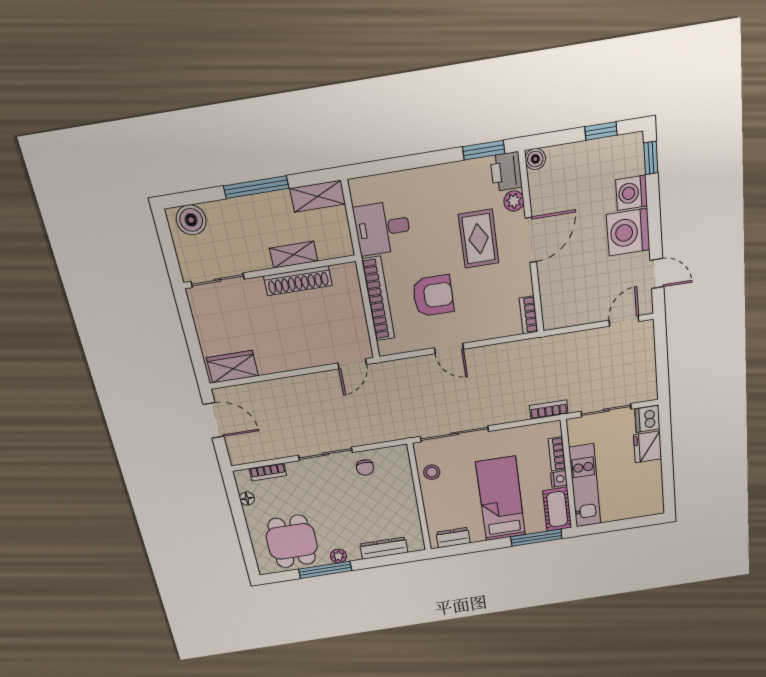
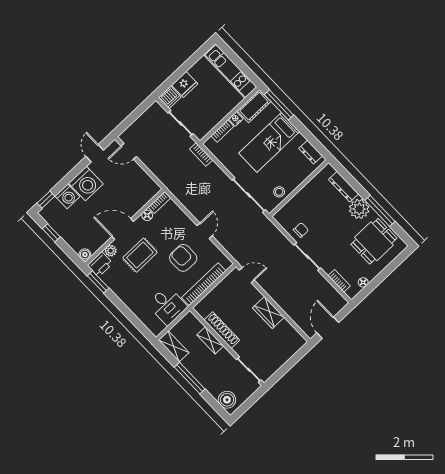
floor lamp: (524, 287) -> (147, 215), added
wardrobe: (232, 367) -> (268, 312), moved
kitchen unit: (585, 486) -> (231, 71), moved, turned -90
plant: (338, 556) -> (359, 209), width x1.87, depth x1.87

